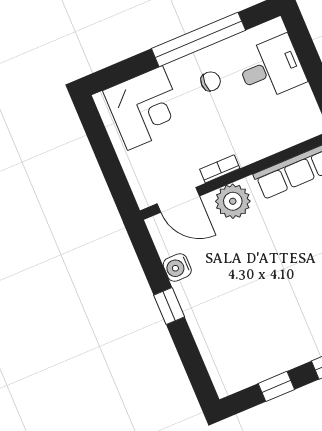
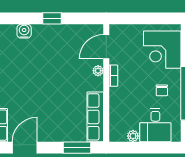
plant: (303, 97) -> (133, 136), added
plant: (233, 201) -> (98, 71), width x0.53, depth x0.53
water cooler: (177, 267) -> (24, 31), moved

